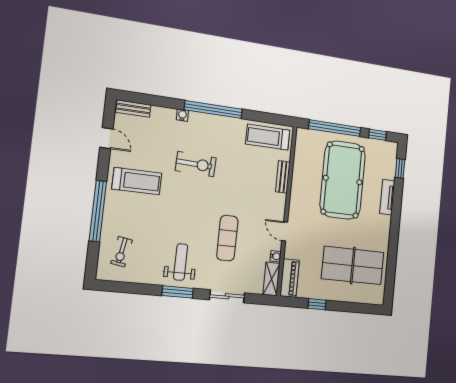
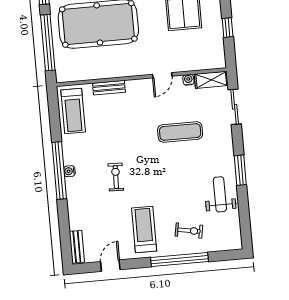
water cooler: (182, 115) -> (69, 171), moved
exercise bike: (196, 164) -> (116, 177), width x0.73, depth x0.72
exercise bike: (121, 252) -> (189, 231), moved
weight bench: (181, 262) -> (220, 194), moved, turned 90
piano: (290, 278) -> (207, 61), removed
sliding door: (227, 296) -> (235, 107), moved

